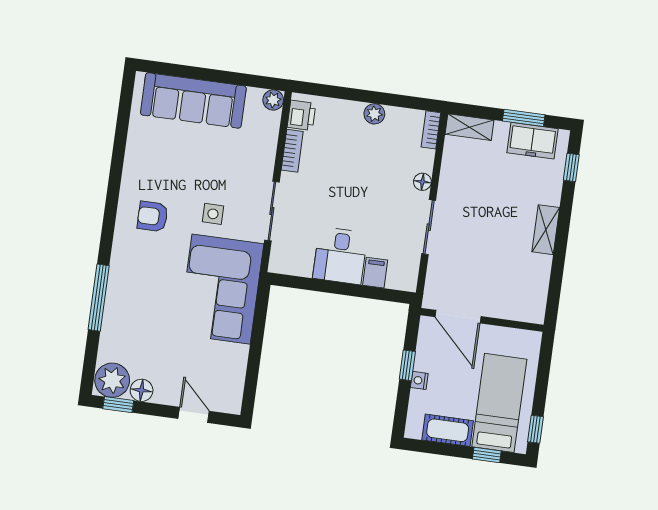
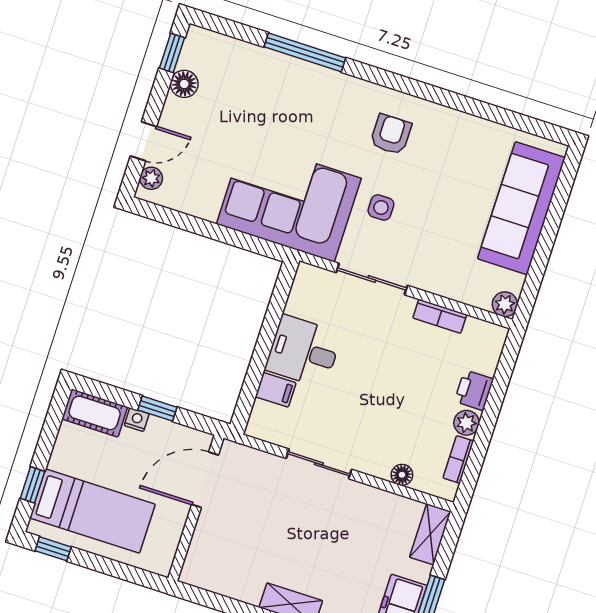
printer: (301, 115) -> (474, 390), moved, turned 90
bookcase: (431, 130) -> (458, 459), moved, turned -90
floor lamp: (422, 182) -> (402, 475), moved
plant: (112, 380) -> (151, 178), moved, width x0.53, depth x0.53
cot: (448, 430) -> (95, 413), moved, turned 90

